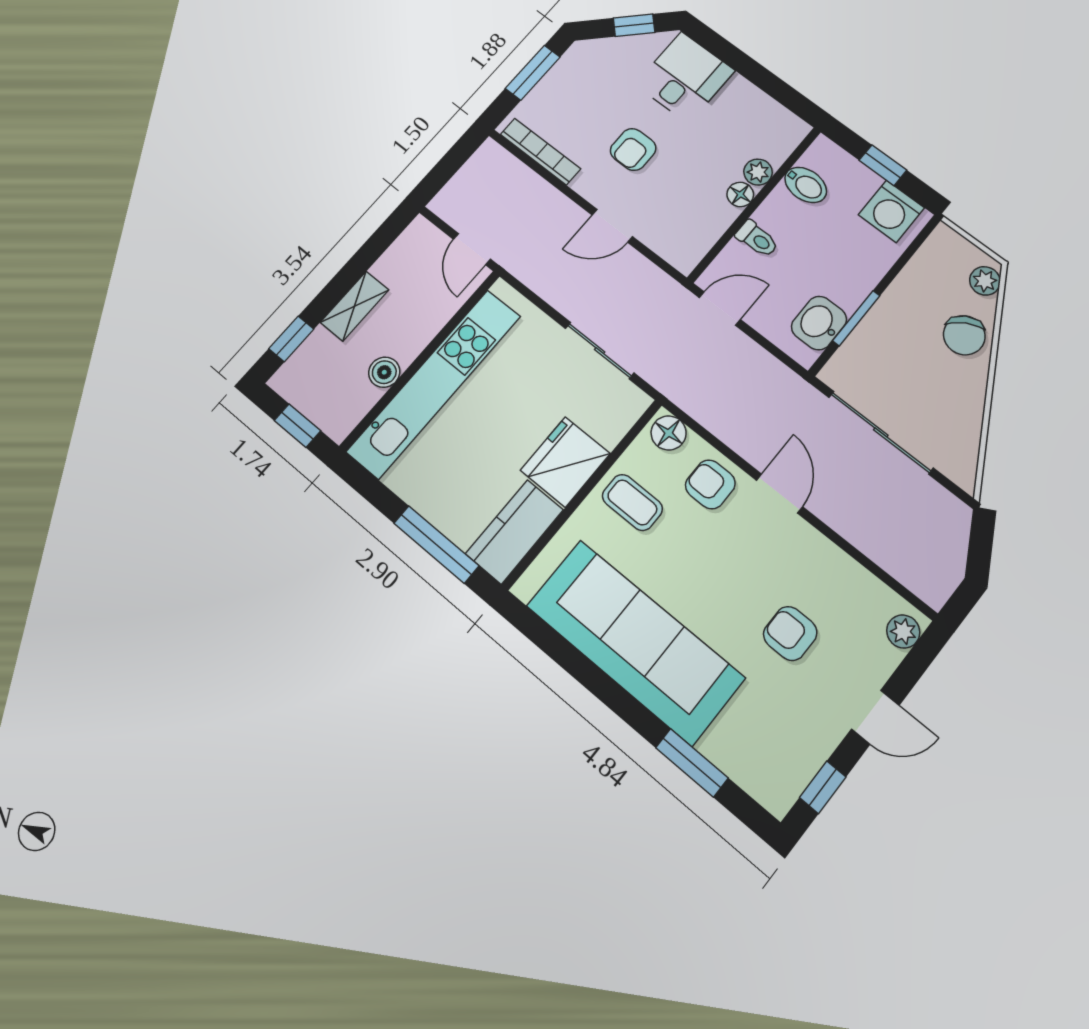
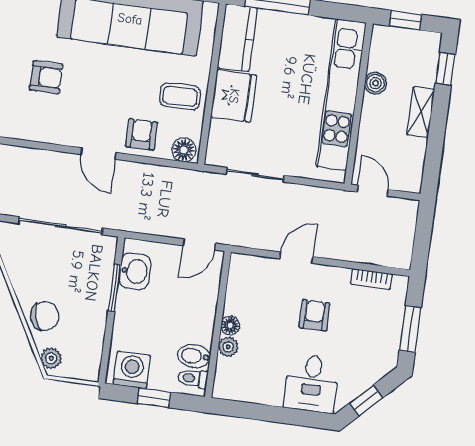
bookcase: (540, 152) -> (371, 279), width x0.64
toilet: (757, 239) -> (193, 378), moved
chair: (964, 335) -> (45, 316), turned 104
armchair: (710, 484) -> (141, 134), turned -90

